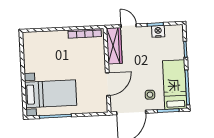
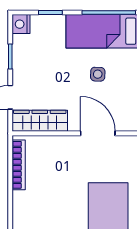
nightstand: (158, 31) -> (21, 24), moved
side table: (150, 95) -> (98, 74), moved

